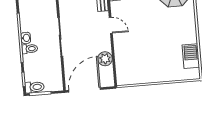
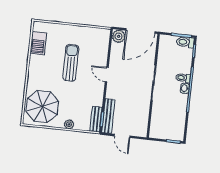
door: (111, 25) -> (107, 75), moved
sun lounger: (152, 42) -> (71, 63), added
plant: (105, 59) -> (119, 36), moved

